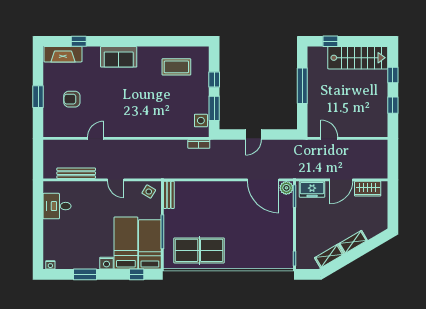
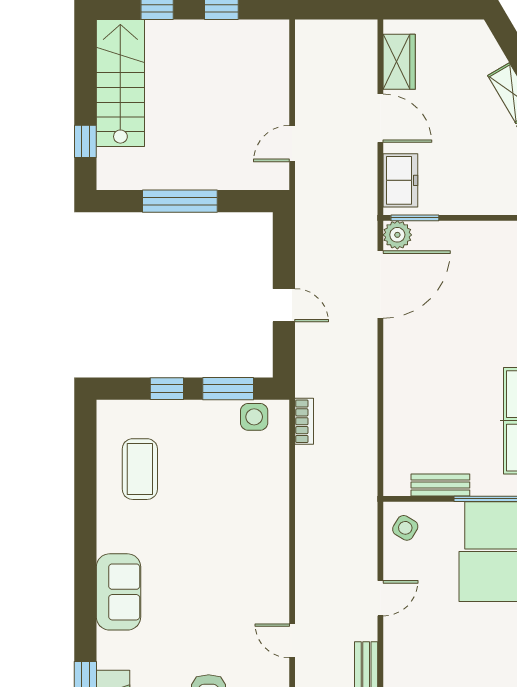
bench: (169, 195) -> (440, 485), moved

